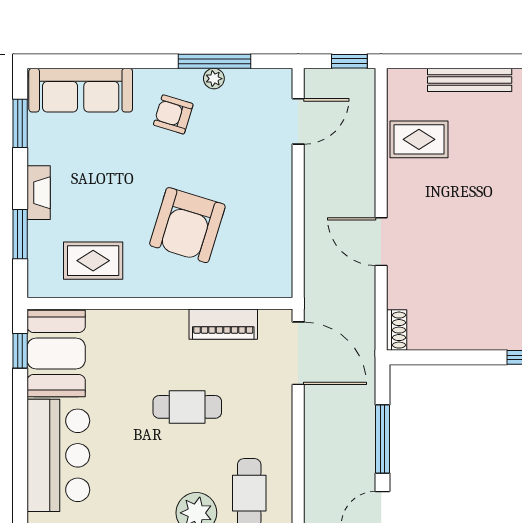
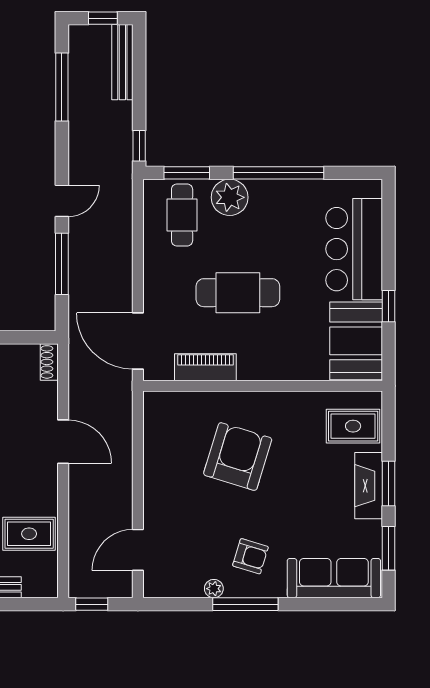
window: (214, 61) -> (245, 604), moved
fireplace: (39, 193) -> (369, 486), width x1.37, depth x1.32
window: (20, 234) -> (388, 483), moved
rug: (93, 261) -> (353, 426), moved
window: (20, 351) -> (388, 306), moved
cafe table: (187, 407) -> (238, 293), width x1.37, depth x1.35

